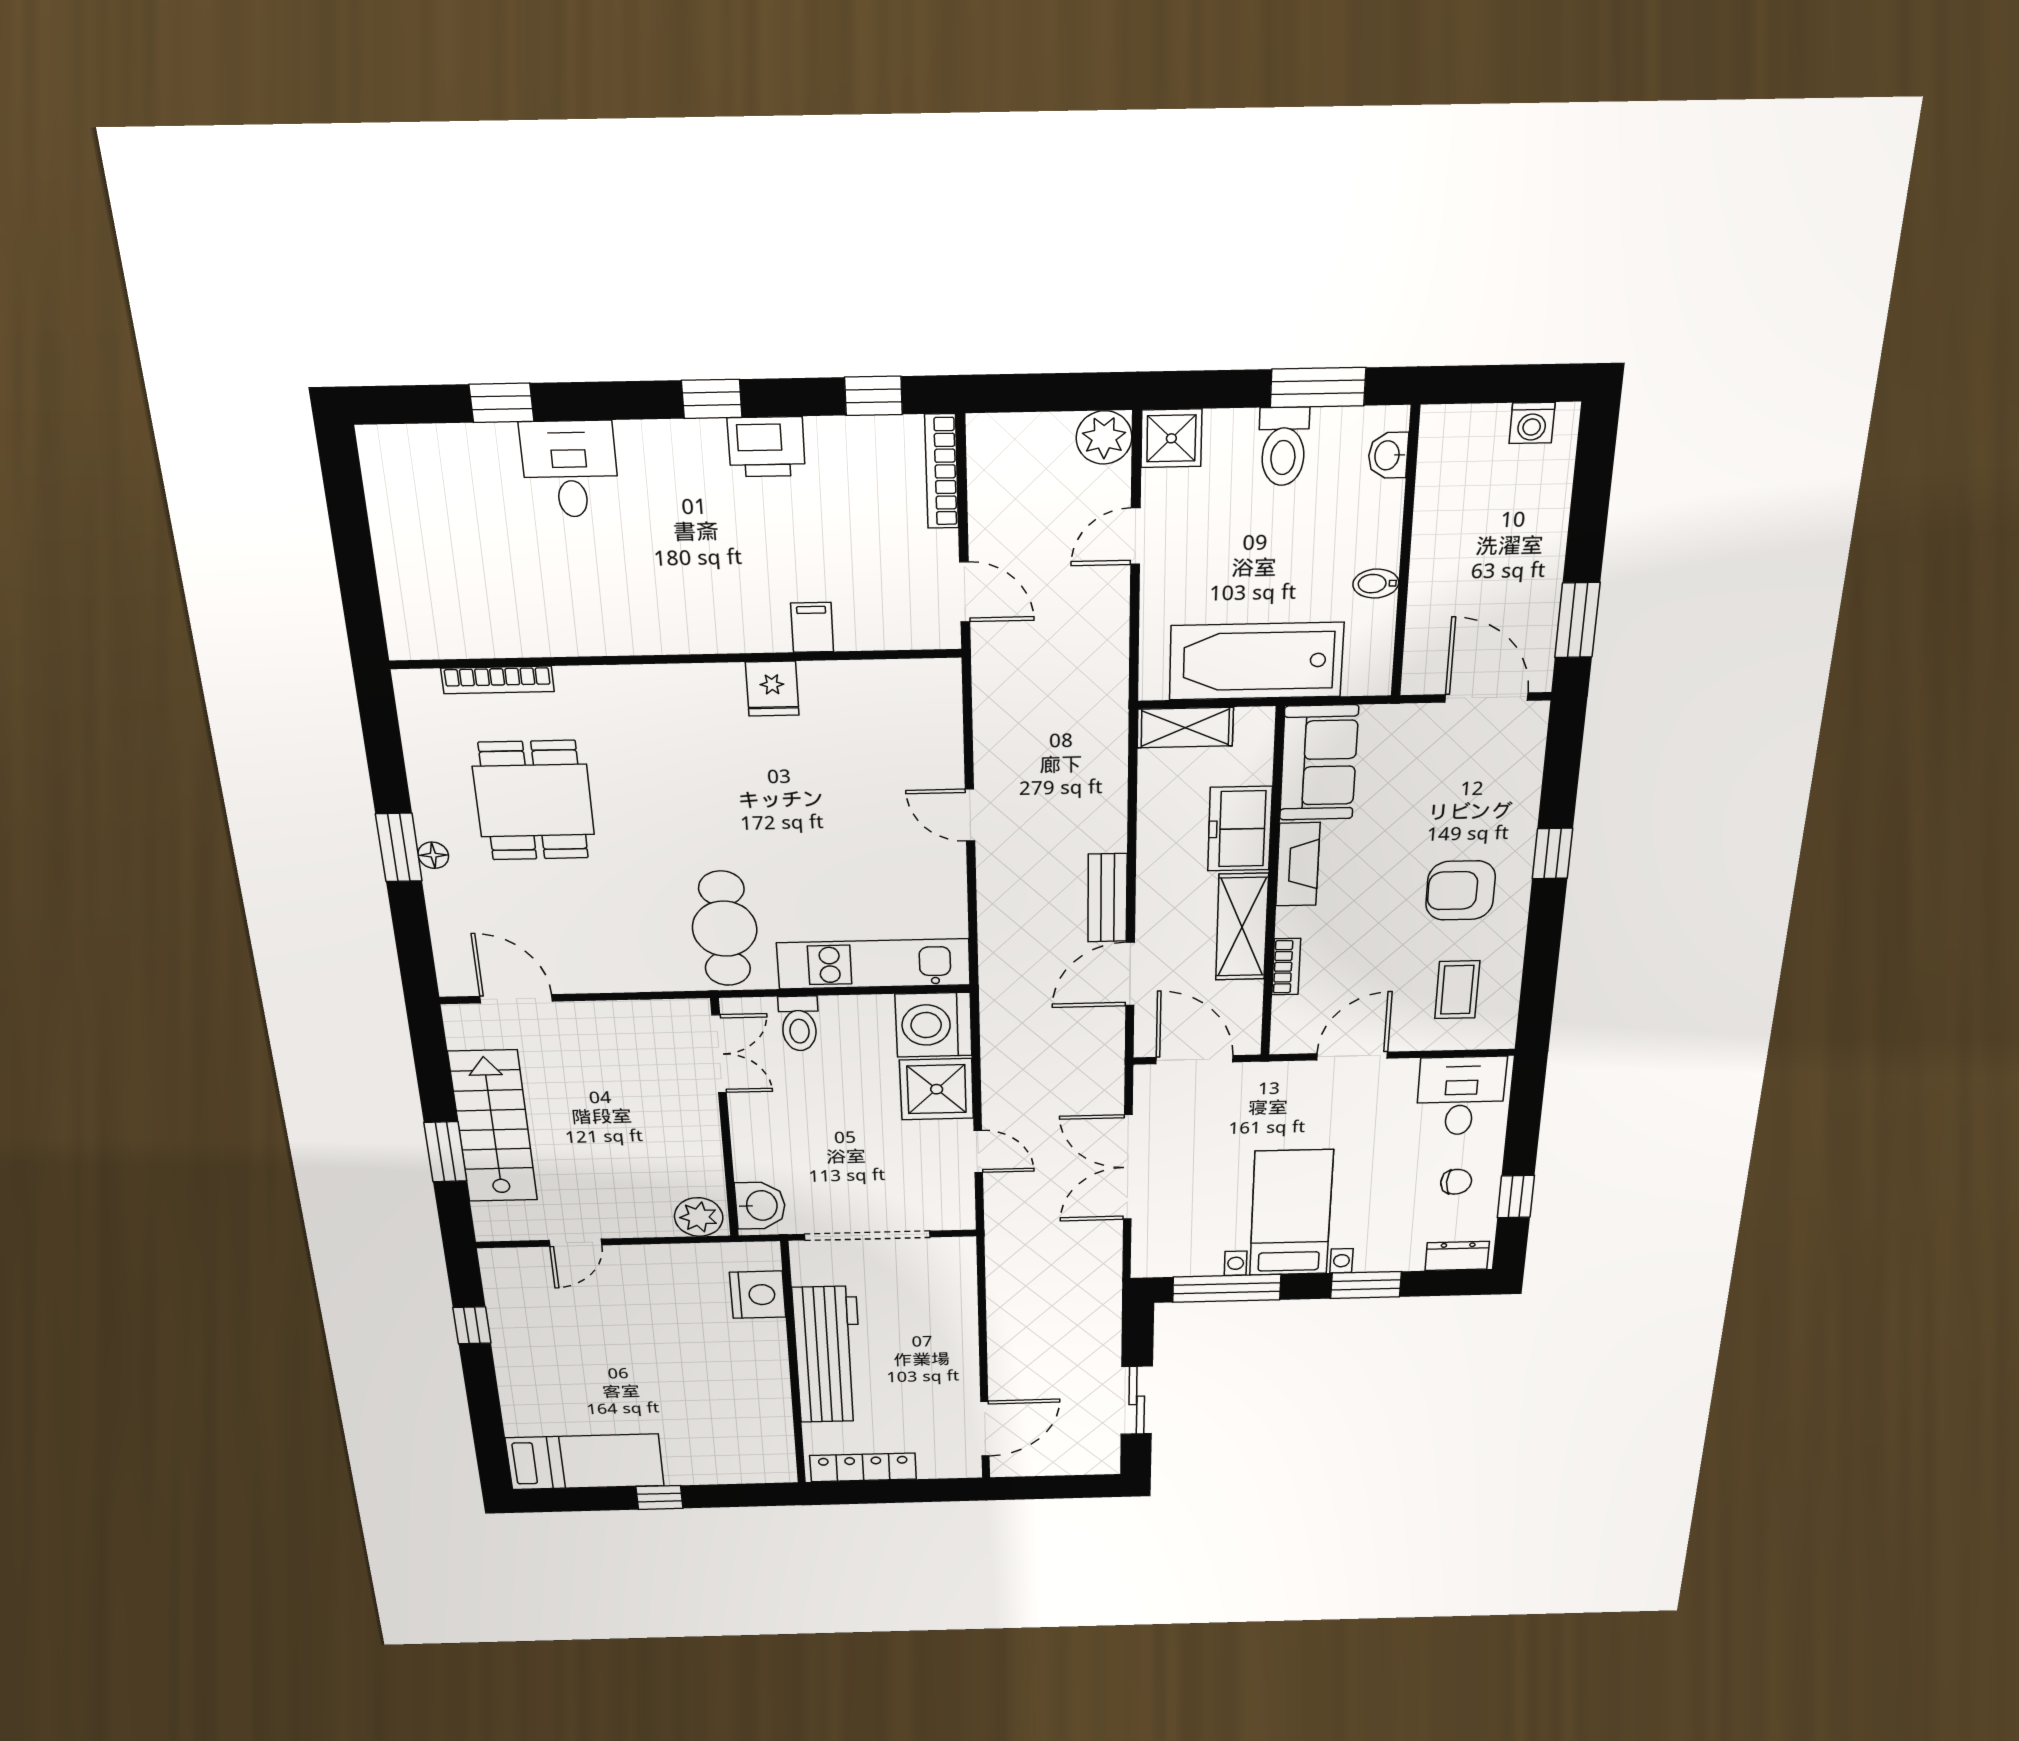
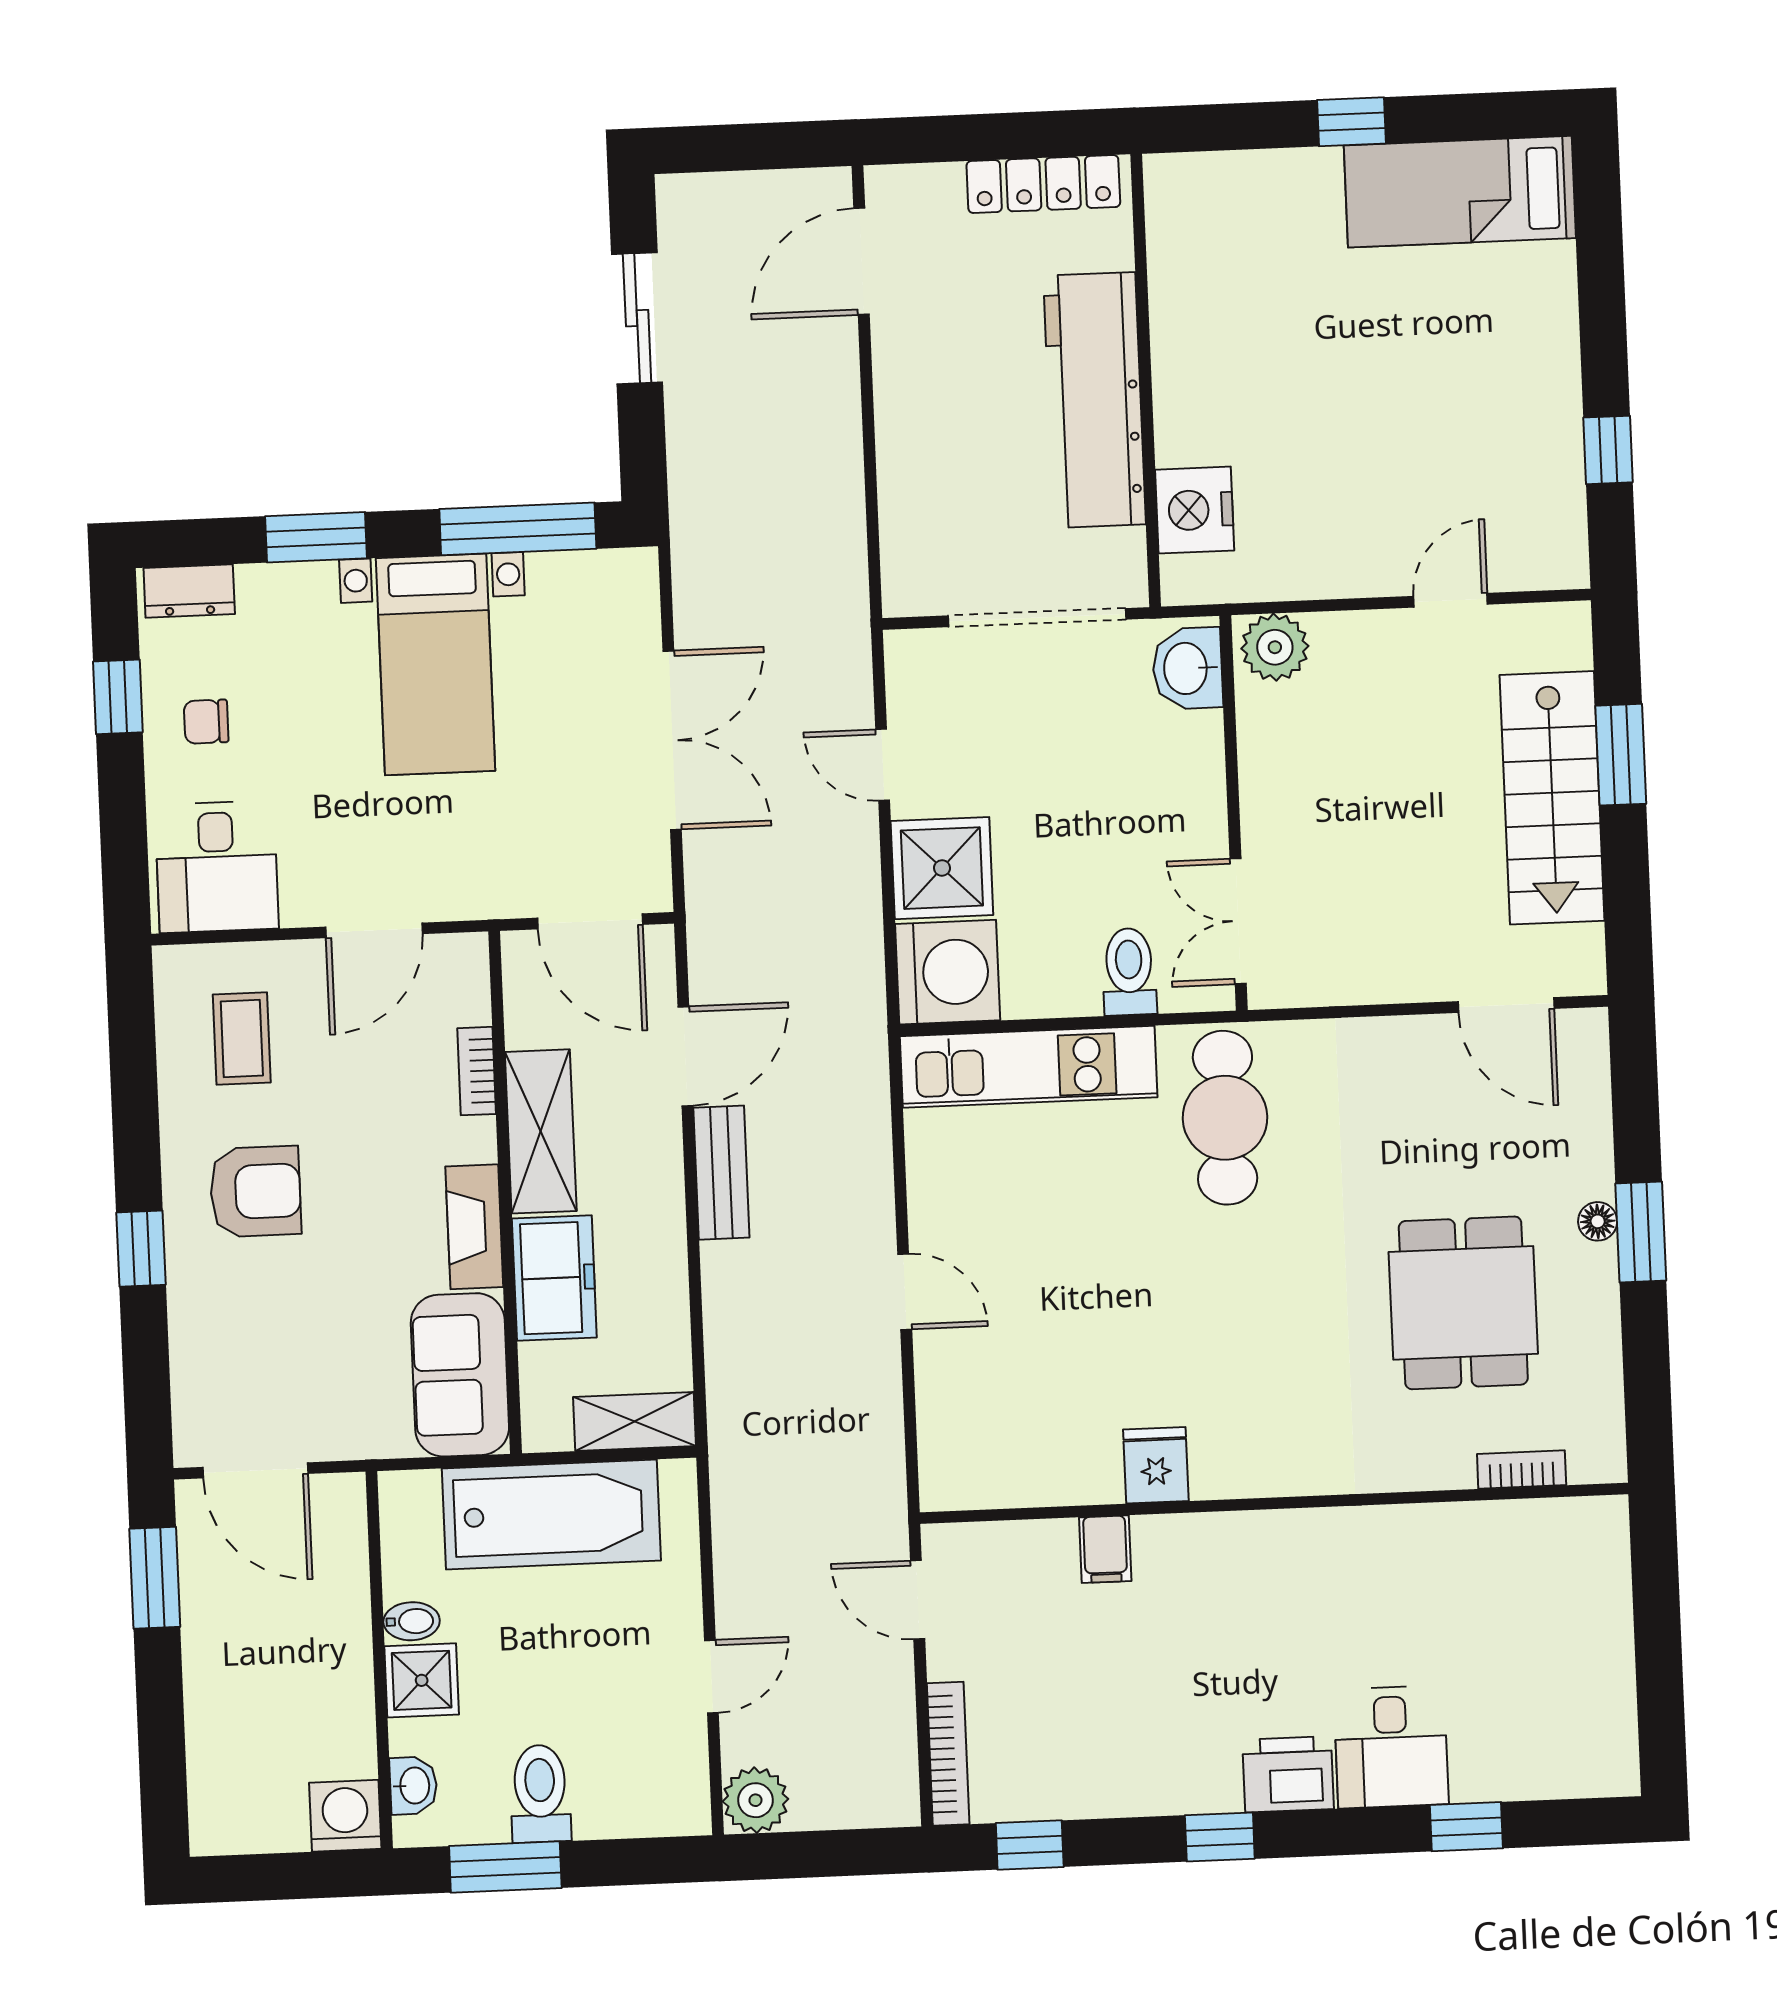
washing machine: (1532, 423) -> (345, 1816), moved, width x1.38, depth x1.38
shower: (1171, 438) -> (422, 1680), moved
printer: (766, 447) -> (1288, 1774), moved
bookcase: (498, 680) -> (1522, 1470), width x0.64

